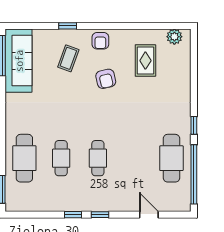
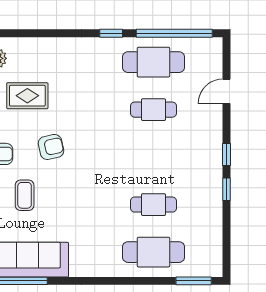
coffee table: (68, 58) -> (25, 195), turned 70
cafe table: (98, 158) -> (153, 110), moved

